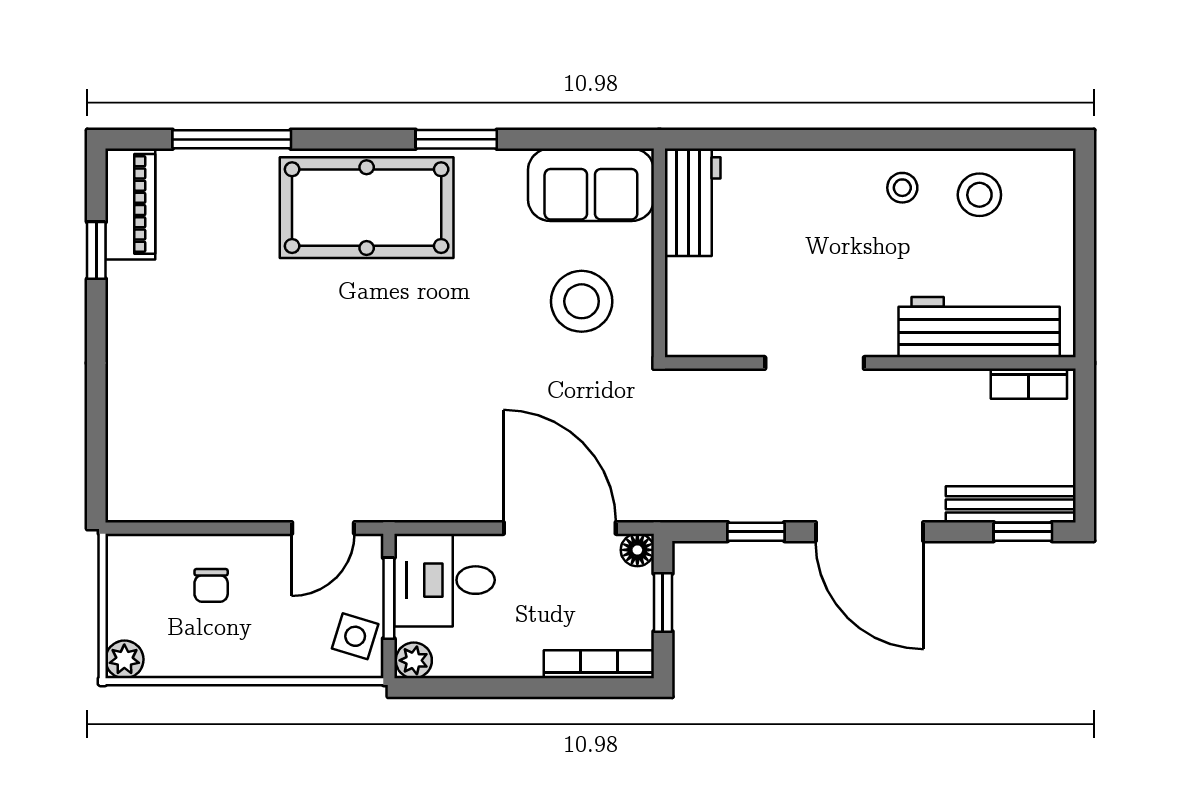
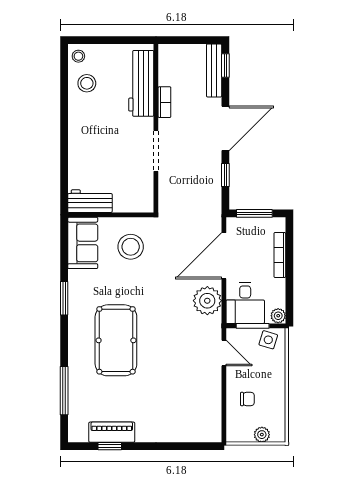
stool: (902, 188) -> (78, 56), moved
piano: (130, 204) -> (112, 432), moved
pool table: (367, 208) -> (116, 340), moved
bookcase: (1029, 384) -> (164, 102), moved
plant: (450, 488) -> (207, 301), added
floor lamp: (637, 550) -> (233, 224), removed
window: (663, 603) -> (254, 213), width x1.50
plant: (124, 659) -> (262, 435), moved
bookcase: (599, 664) -> (280, 255), moved

